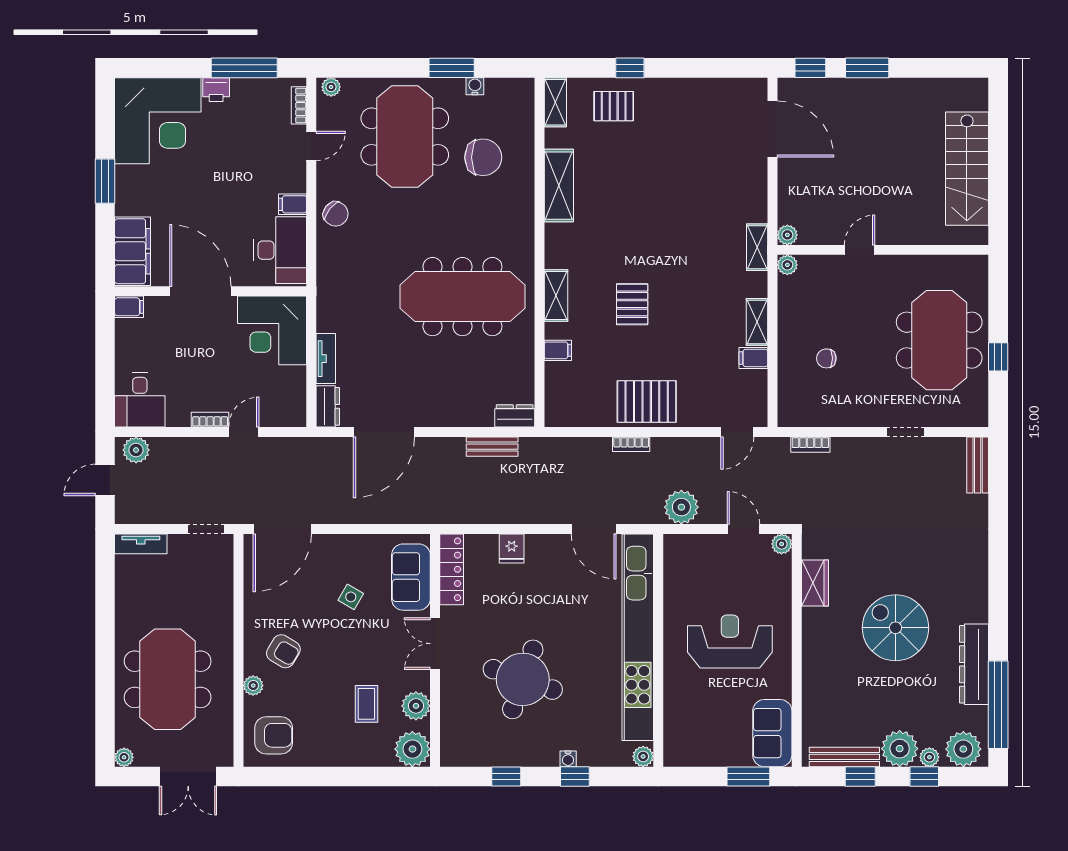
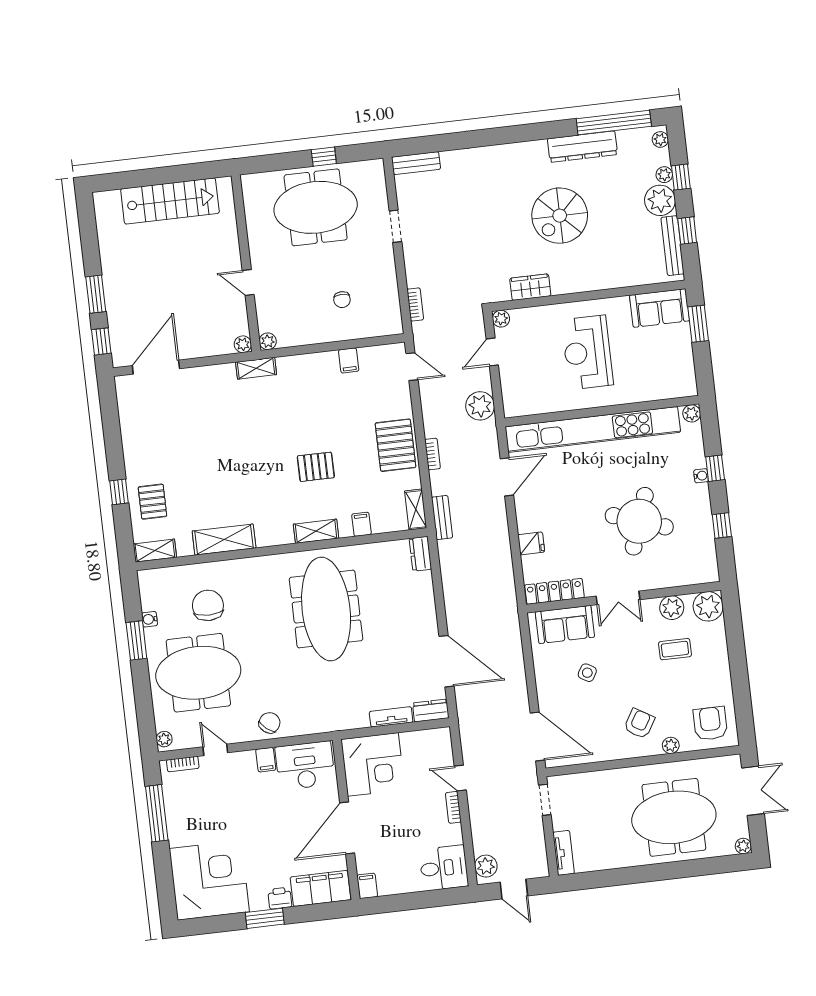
printer: (216, 90) -> (280, 898), moved, turned -90
shelving: (757, 322) -> (416, 510), moved, turned 90
bench: (492, 447) -> (442, 518), moved
plant: (963, 749) -> (660, 139), width x0.53, depth x0.53

